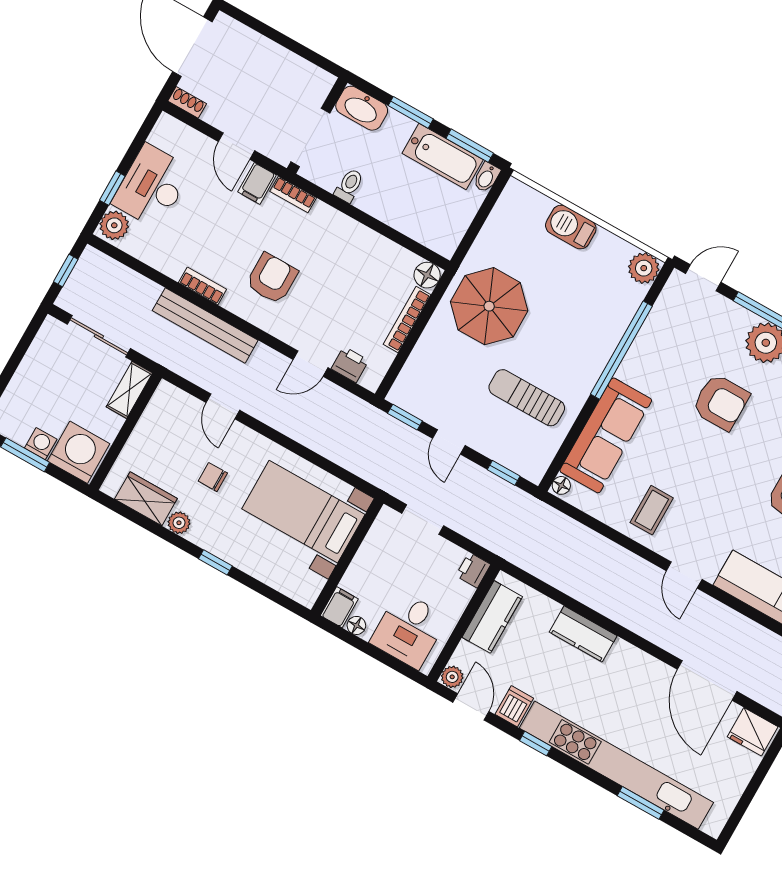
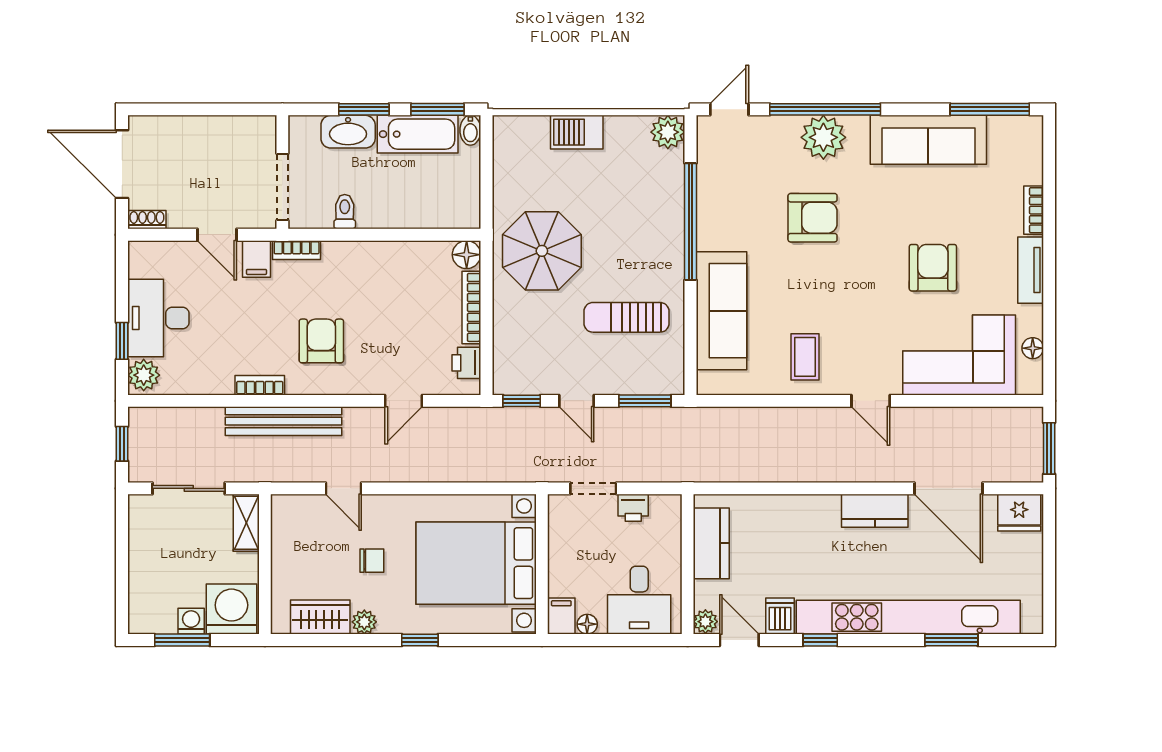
washbasin: (362, 108) -> (348, 132), moved
printer: (350, 365) -> (466, 363), moved, turned -90
window: (504, 473) -> (645, 401), width x1.50
chair: (213, 477) -> (372, 561), turned 180
floor lamp: (561, 485) -> (706, 382), removed
bed with nightstands: (303, 512) -> (476, 563), width x1.36
printer: (473, 570) -> (633, 508), moved, turned -90
kitchen counter: (583, 634) -> (875, 511), moved

